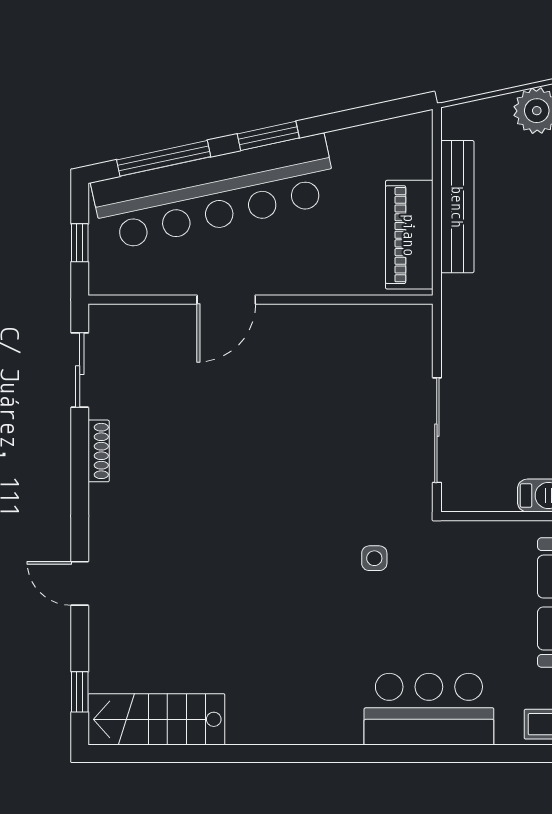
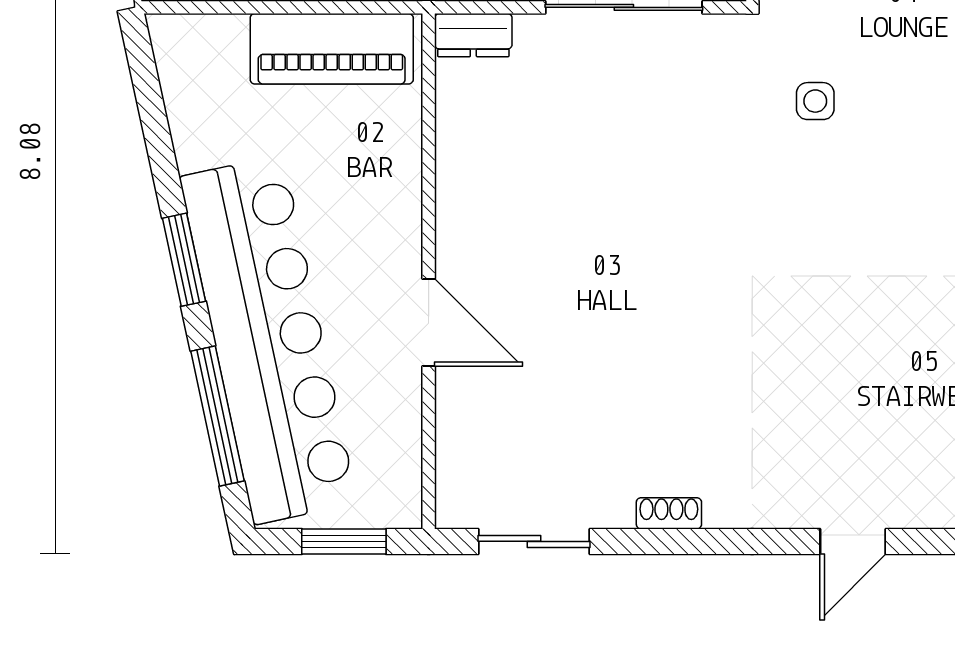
window: (80, 243) -> (344, 541), width x1.50
dresser: (418, 329) -> (473, 35), added
shoe rack: (99, 451) -> (669, 513), width x0.70

